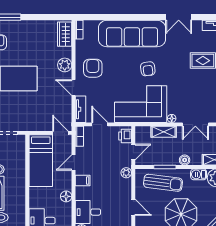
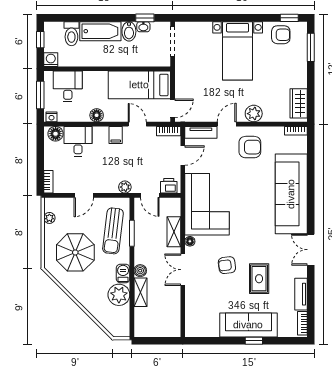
wardrobe: (65, 34) -> (299, 103), moved, turned -90
armchair: (148, 69) -> (227, 265), moved
boiler: (185, 160) -> (140, 271), moved

